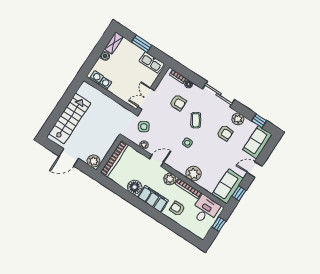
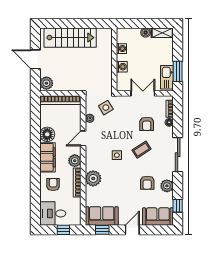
window: (142, 44) -> (178, 71), moved
washing machine: (96, 77) -> (122, 67), moved
double door: (146, 98) -> (143, 93), moved
door: (156, 161) -> (83, 138), swing flipped
door: (255, 169) -> (132, 230), hinge flipped
desk: (205, 210) -> (53, 213), moved, turned 180

